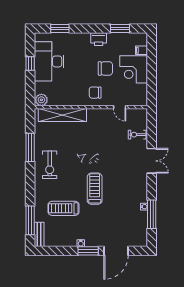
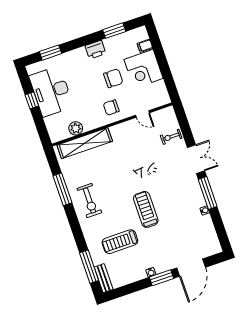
plant: (41, 100) -> (76, 128), moved
window: (152, 214) -> (208, 193), moved

